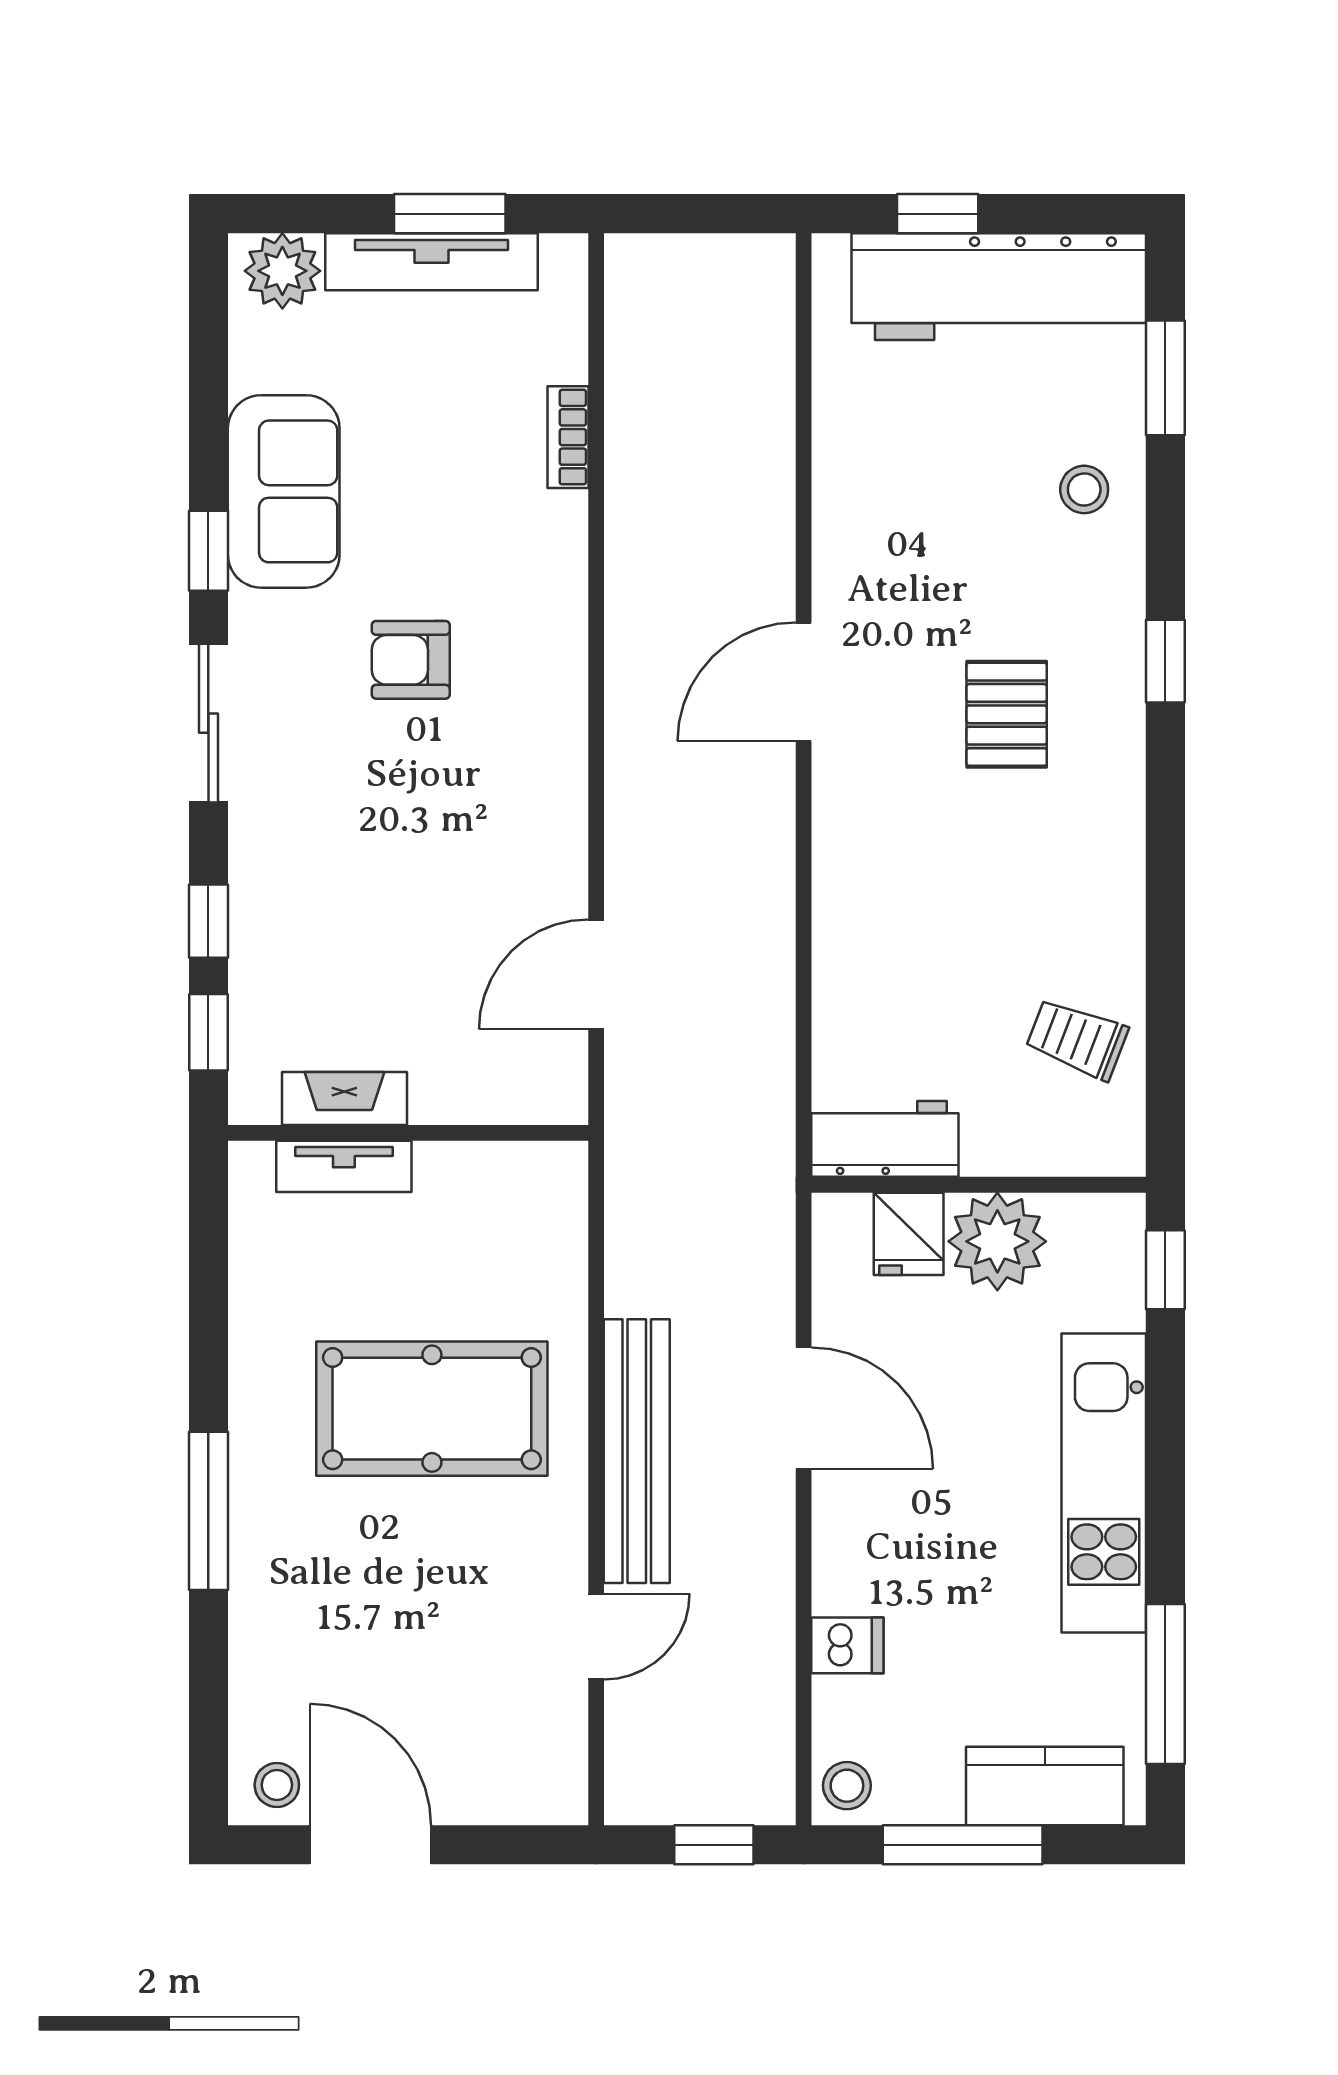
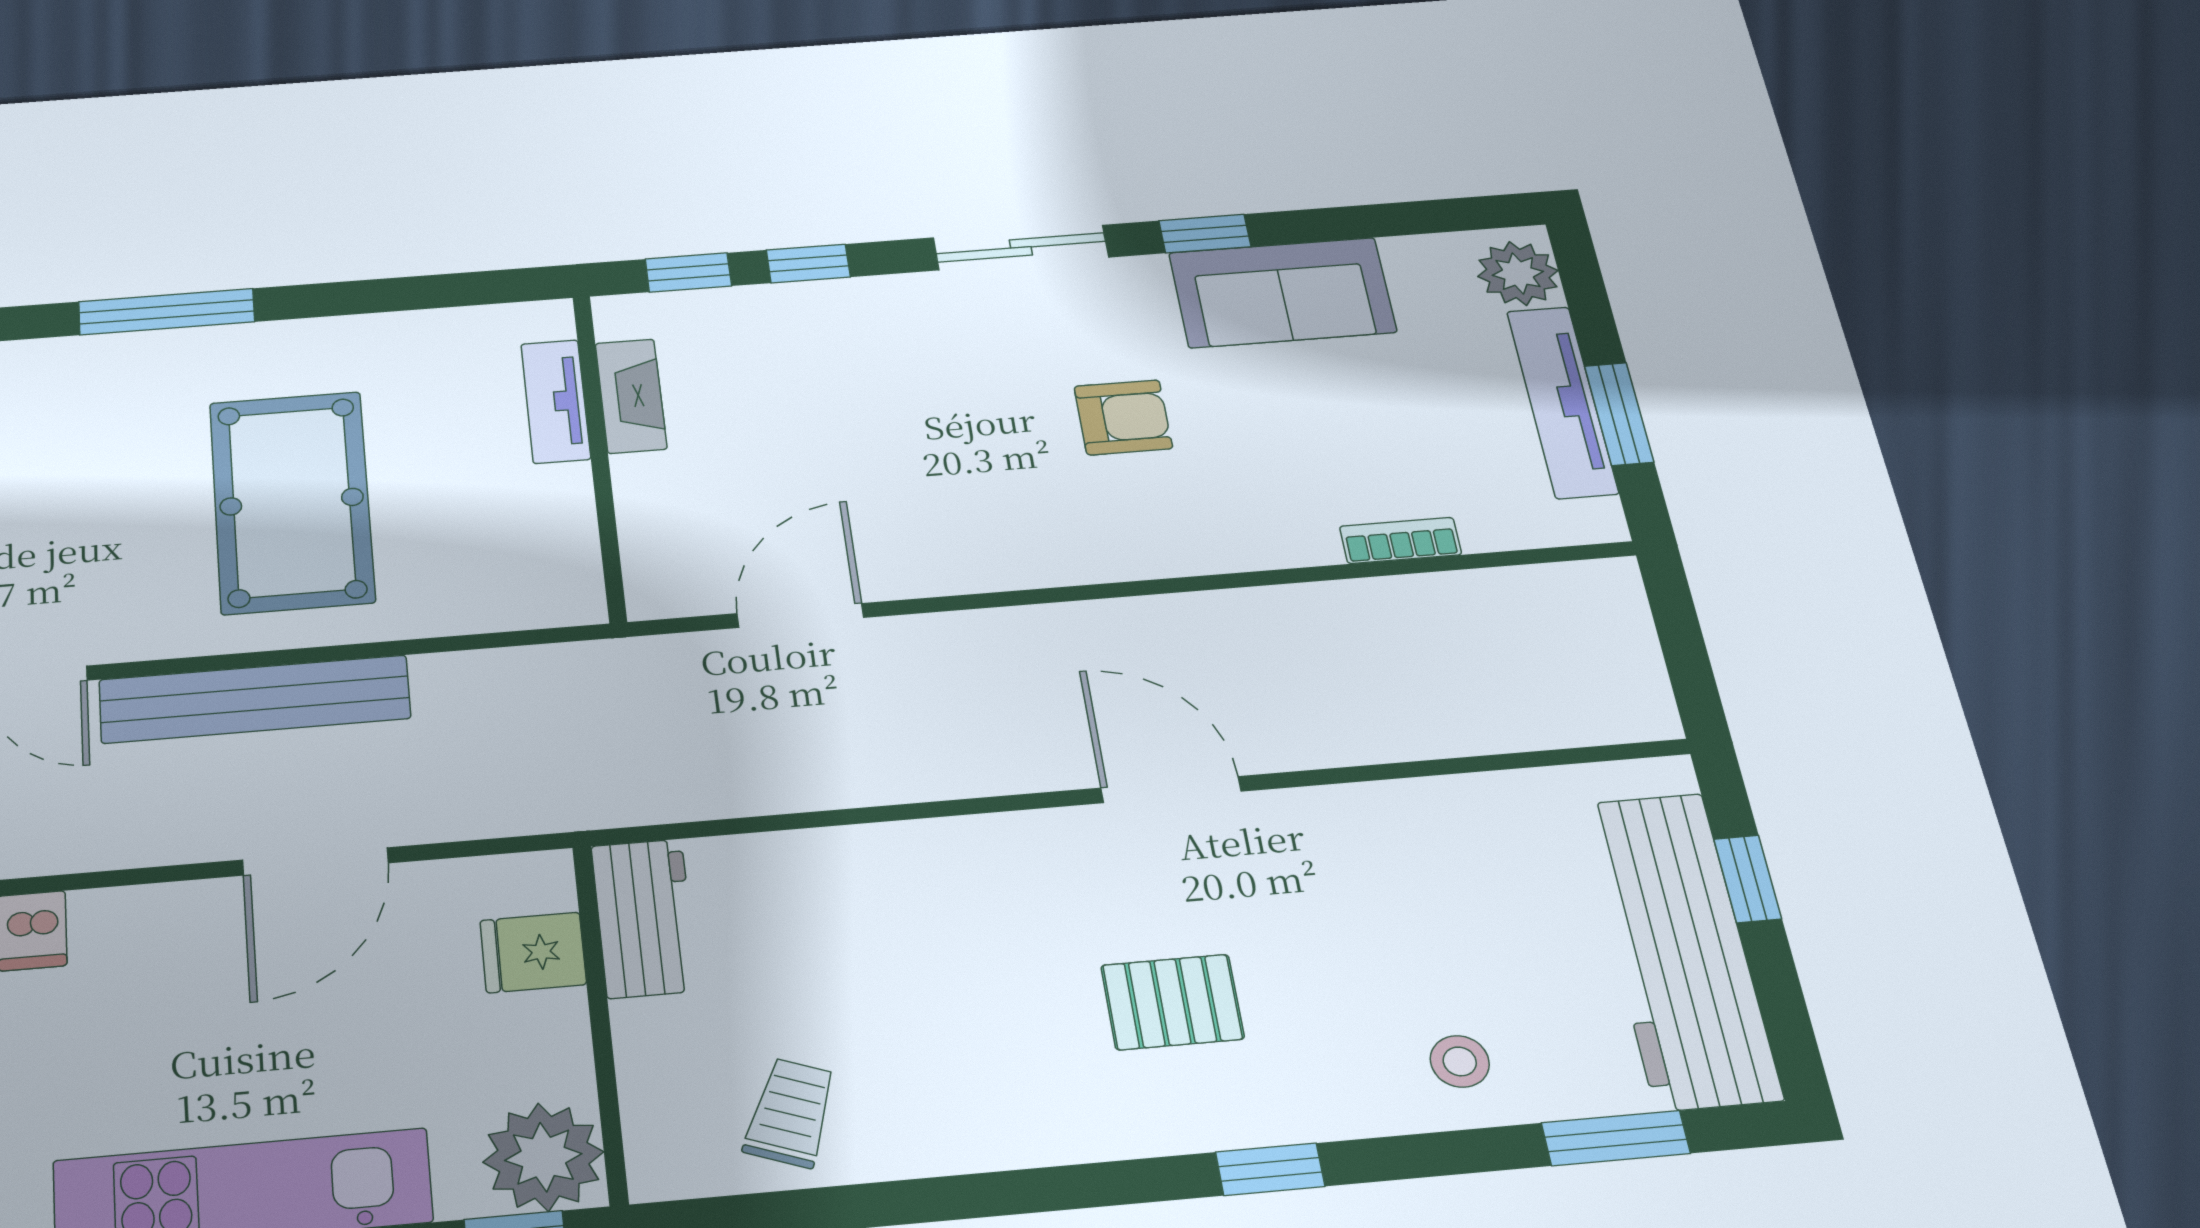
armchair: (411, 660) -> (1123, 417), turned 90
door: (596, 974) -> (800, 616), hinge flipped
plant: (997, 1241) -> (543, 1157), moved

